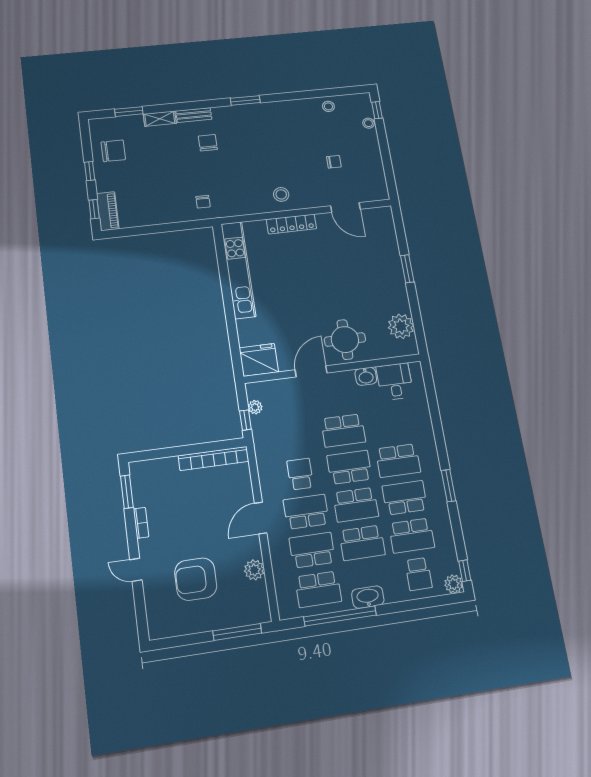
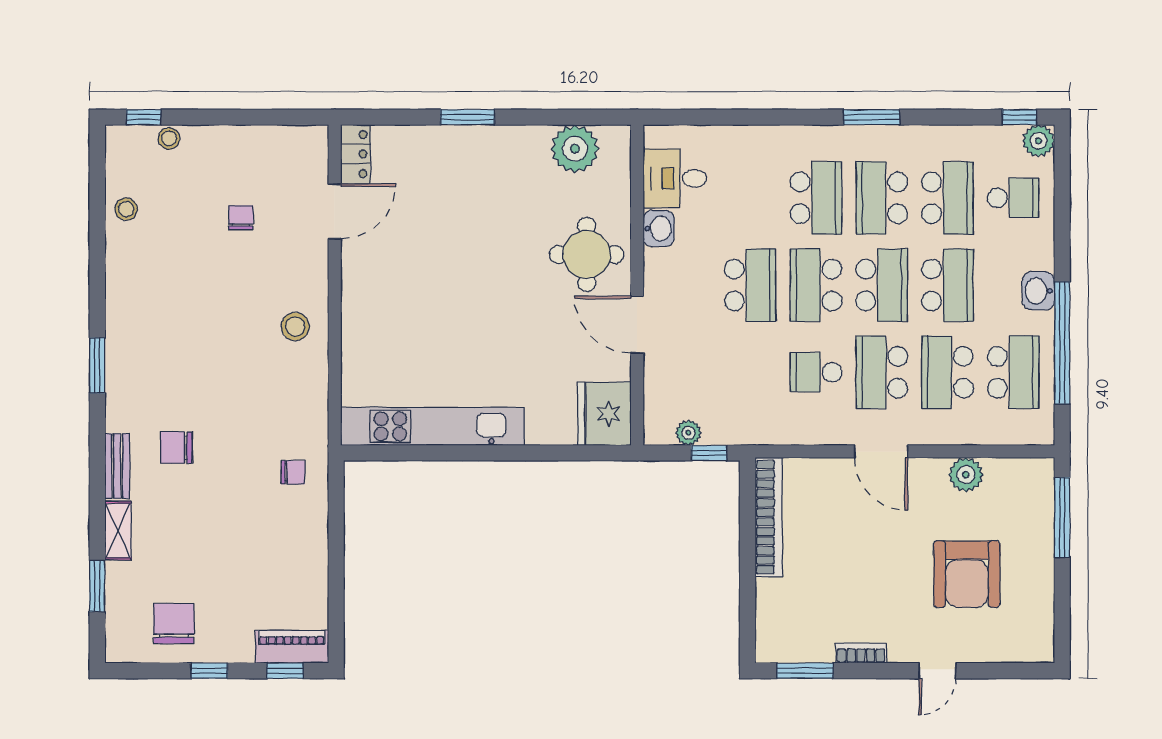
locker: (291, 224) -> (356, 154), moved, width x0.66
washbasin: (368, 597) -> (1038, 291), width x0.72

